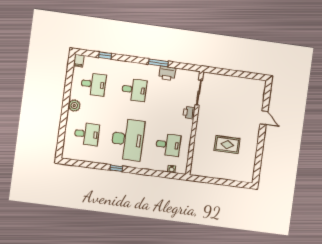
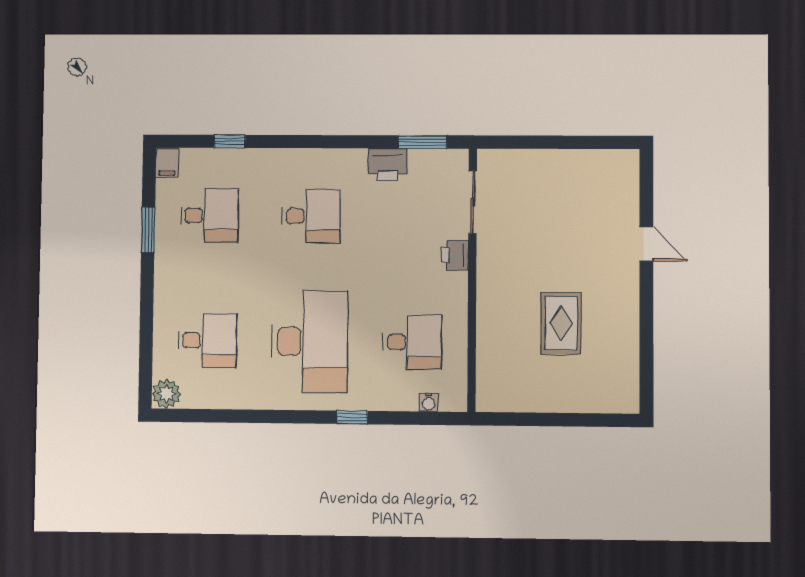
window: (158, 63) -> (423, 142), moved
window: (68, 87) -> (148, 230), added
plant: (74, 106) -> (166, 394), moved
rug: (227, 145) -> (561, 323), turned 90
window: (116, 168) -> (352, 417), moved

